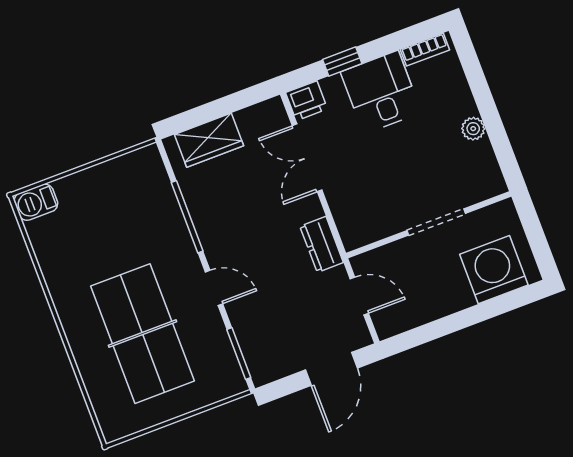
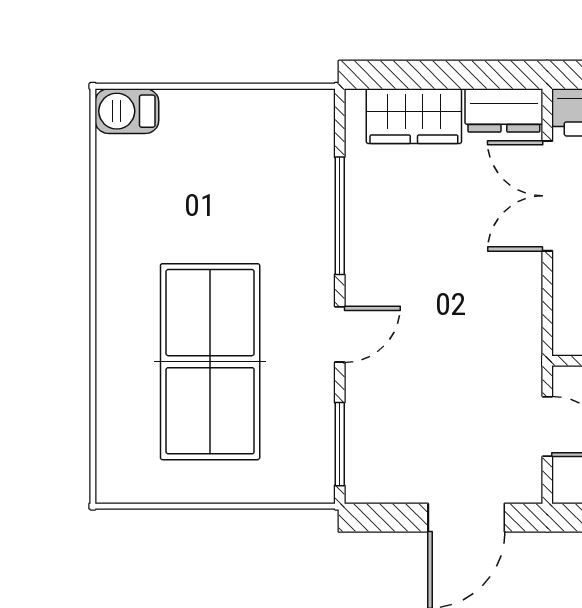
dresser: (322, 244) -> (504, 110), moved, turned -90
door: (214, 288) -> (340, 334), hinge flipped

